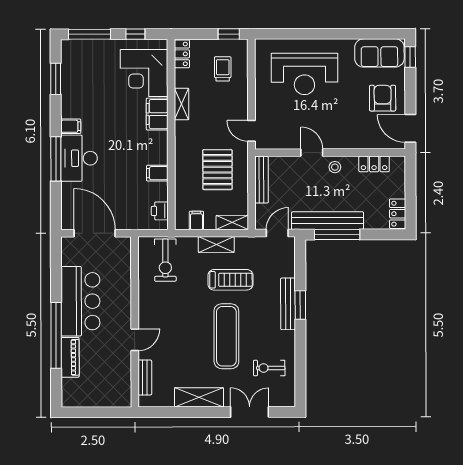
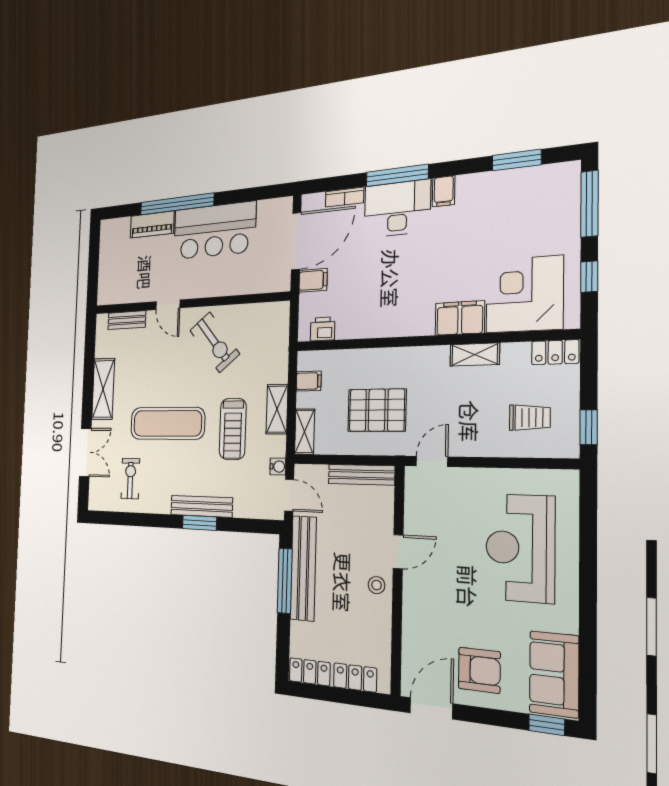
locker: (374, 164) -> (355, 678), moved, turned 90
filing cabinet: (157, 173) -> (313, 280), moved, turned 90
bookcase: (67, 197) -> (344, 197), added
water cooler: (257, 242) -> (278, 467), added
exercise bike: (165, 260) -> (215, 342), moved, turned -129

